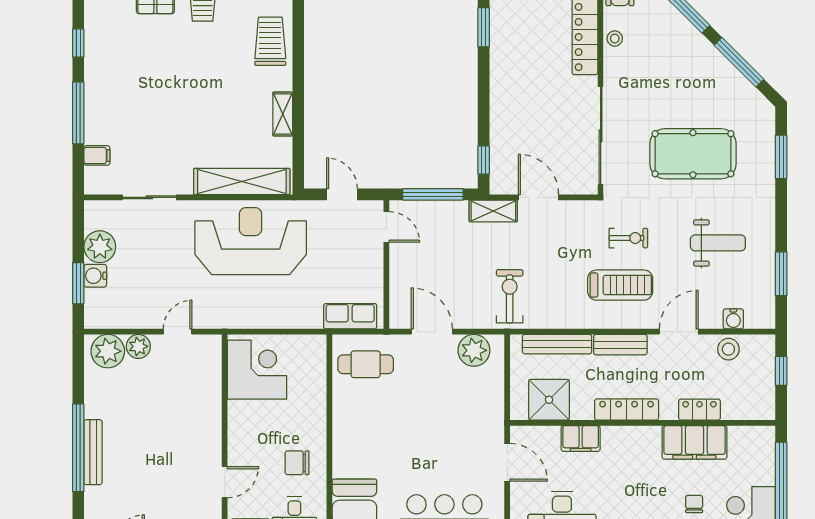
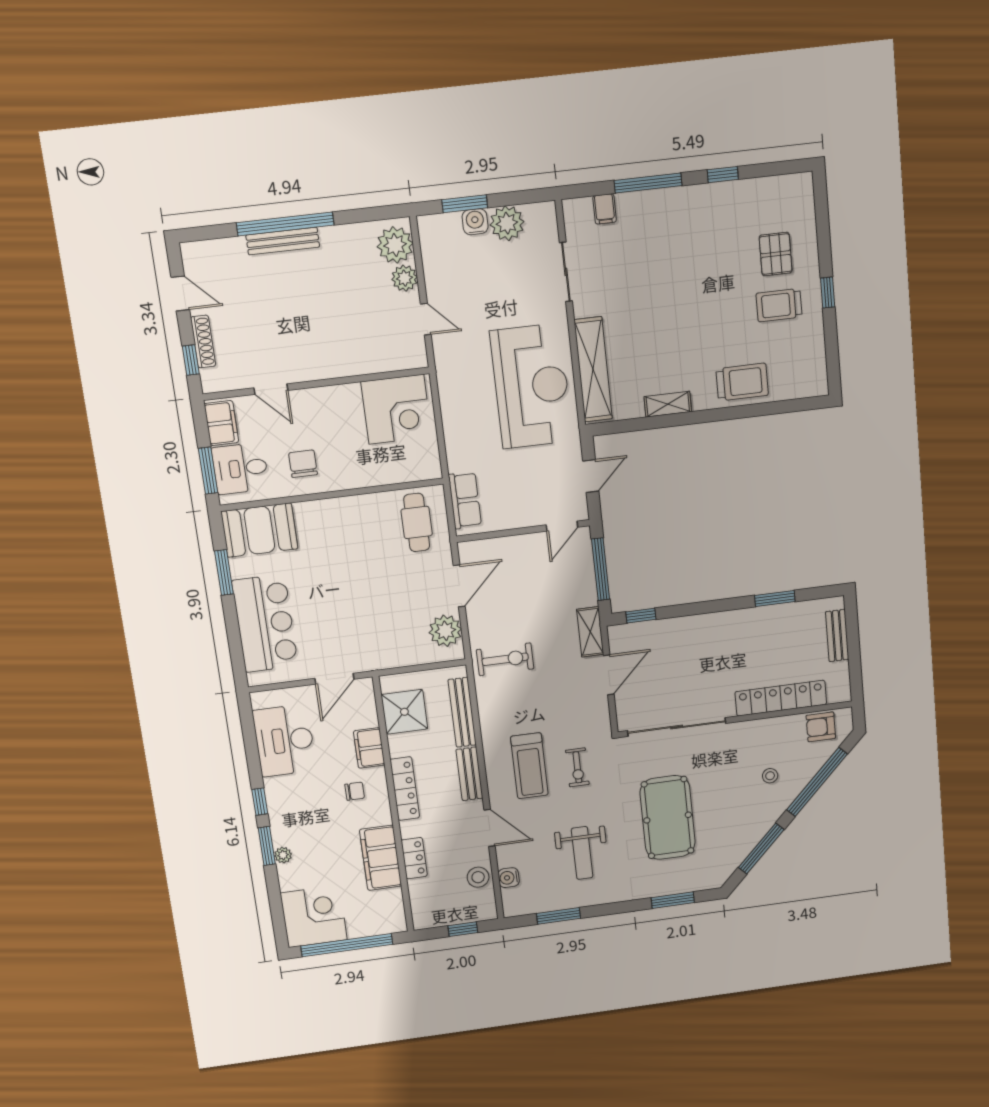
stool: (615, 39) -> (770, 776), moved
chair: (694, 504) -> (355, 791), moved

